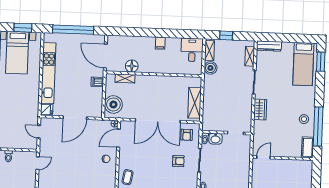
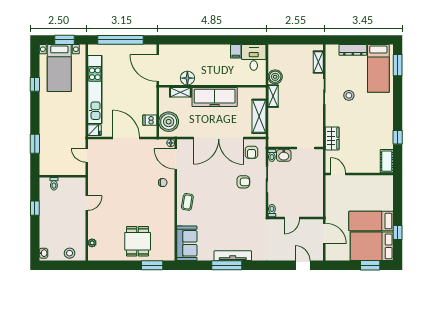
window: (226, 35) -> (291, 40), removed
filing cabinet: (160, 43) -> (236, 51), moved
dresser: (269, 46) -> (353, 50), moved
shelving: (209, 51) -> (273, 96), moved
dishwasher: (97, 82) -> (150, 120), moved
freezer: (156, 84) -> (215, 97), added
wardrobe: (260, 109) -> (332, 138), moved
door: (75, 118) -> (126, 138), swing flipped
stool: (304, 119) -> (349, 95), moved
window: (318, 126) -> (398, 137), width x0.32
door: (118, 138) -> (176, 159), hinge flipped
door: (264, 157) -> (338, 174), hinge flipped
door: (38, 163) -> (87, 203), moved

